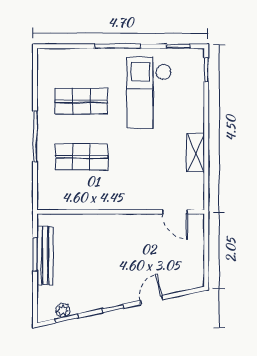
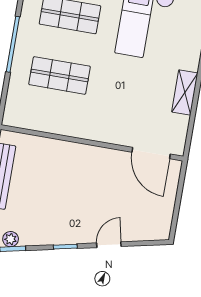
door: (175, 212) -> (151, 153), width x1.38

